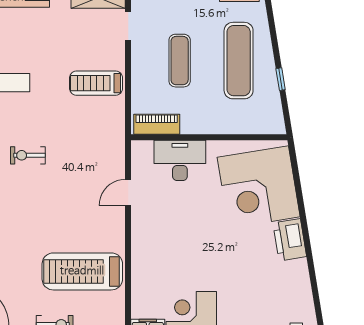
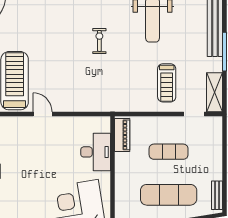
treadmill: (96, 83) -> (167, 83), moved, turned 180
door: (128, 193) -> (43, 114), moved

